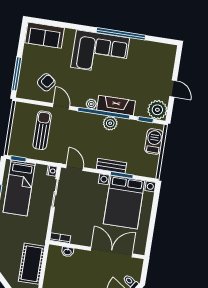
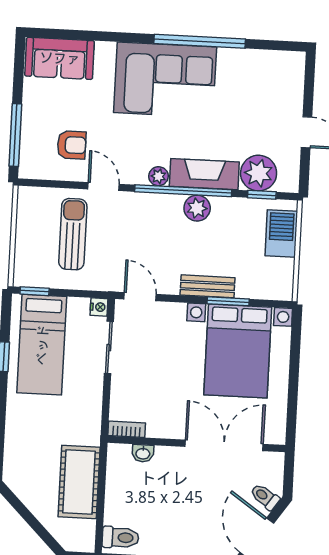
armchair: (46, 82) -> (72, 145), turned 54
plant: (157, 110) -> (259, 173), moved

